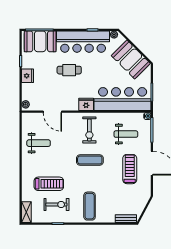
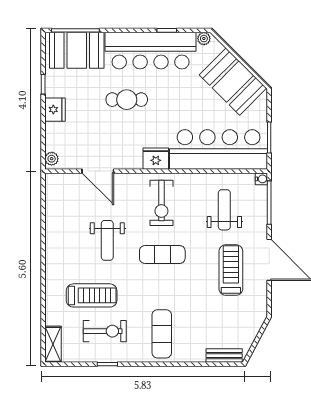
weight bench: (126, 134) -> (224, 210), turned -90
weight bench: (39, 143) -> (107, 240), moved, turned 90

